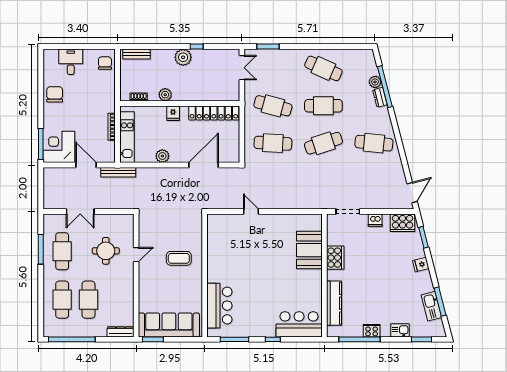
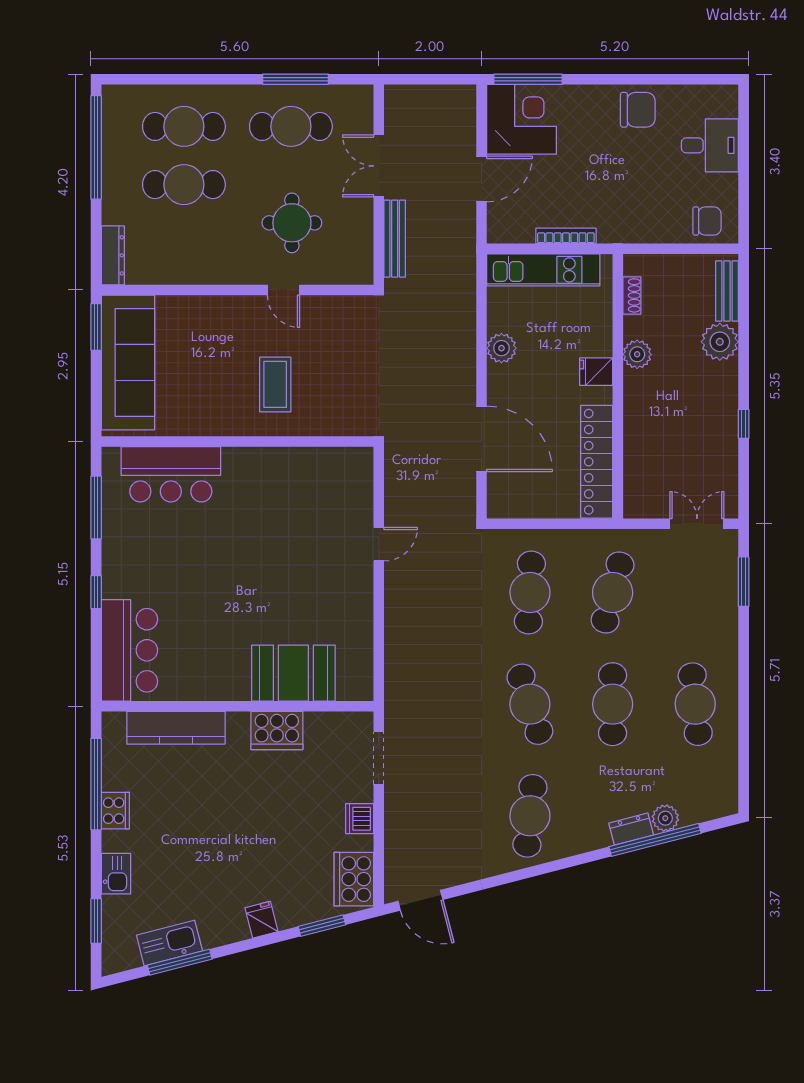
plant: (183, 57) -> (720, 342), moved
double door: (242, 68) -> (697, 524), swing flipped
cafe table: (323, 68) -> (695, 704), turned -30
bench: (118, 172) -> (395, 239), moved

